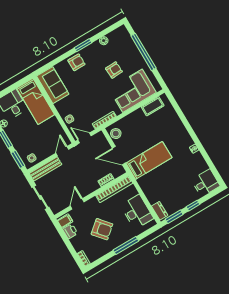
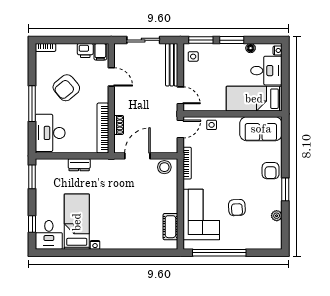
window: (143, 52) -> (219, 253), moved
bed: (149, 160) -> (77, 222), moved, turned 180
window: (193, 206) -> (32, 224), moved
dresser: (160, 211) -> (79, 165), moved
desk: (137, 212) -> (50, 133), moved, turned 90

